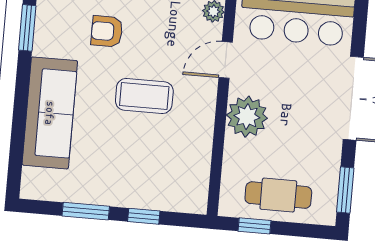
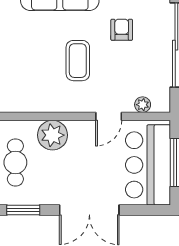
door: (226, 60) -> (109, 116), swing flipped
plant: (247, 117) -> (53, 135), moved

